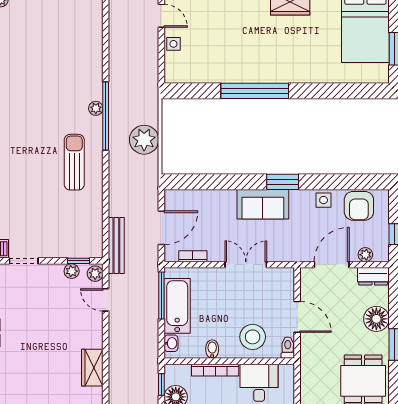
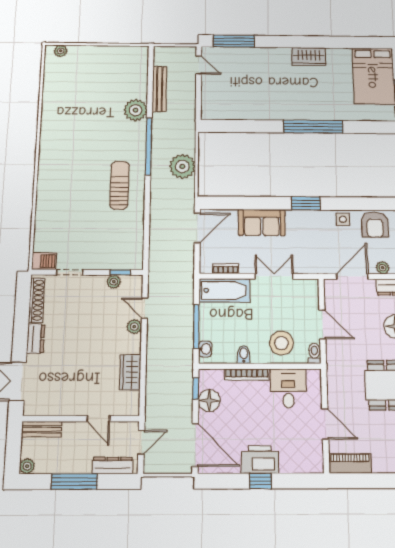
side table: (173, 44) -> (209, 88), removed
window: (255, 91) -> (313, 127), moved
plant: (96, 108) -> (136, 110), moved, width x1.88, depth x1.88
sofa: (263, 204) -> (262, 223), moved
door: (161, 228) -> (197, 228), moved
bench: (116, 246) -> (159, 89), moved
plant: (95, 274) -> (134, 327), moved
window: (161, 295) -> (196, 326), moved
bathtub: (177, 306) -> (225, 290), moved, turned 90

